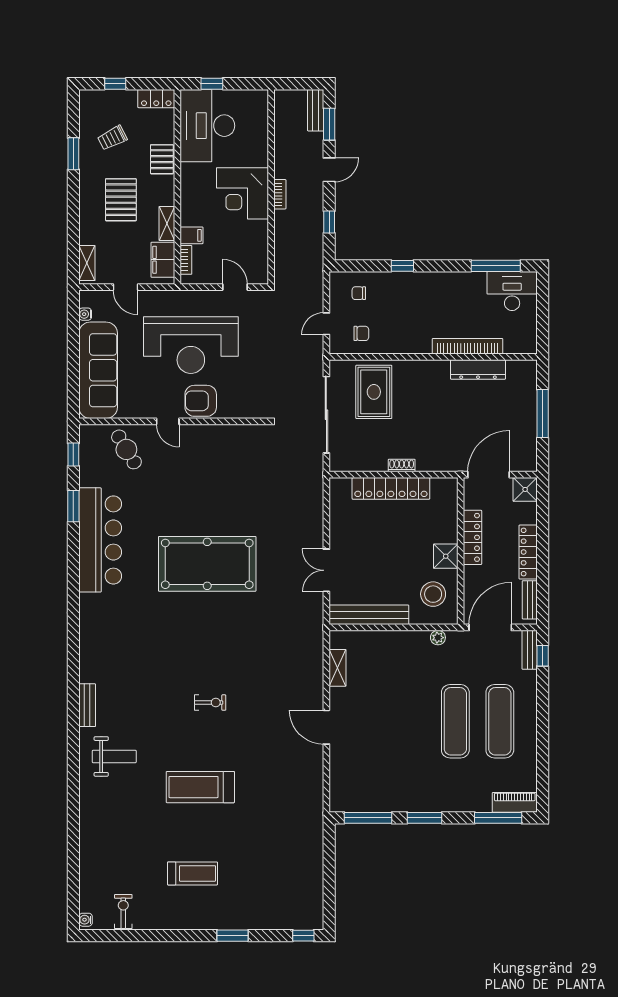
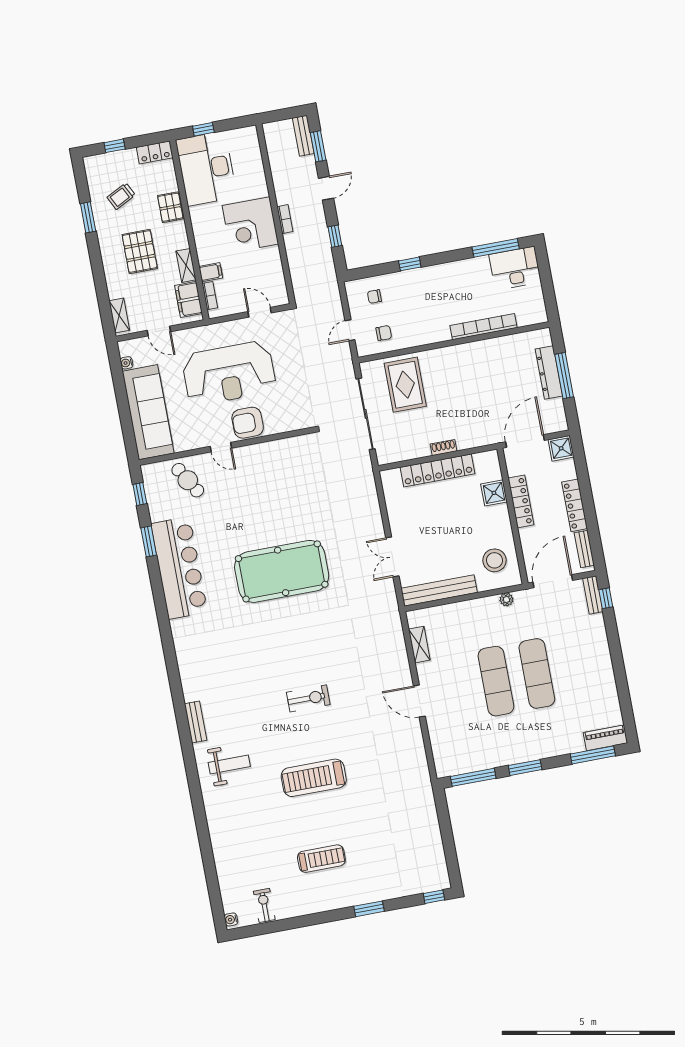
dresser: (478, 370) -> (549, 373), moved, turned 90
shower: (446, 556) -> (494, 493), moved
exercise bike: (210, 703) -> (308, 698), width x1.38, depth x1.39
exercise mat: (500, 721) -> (496, 681), moved

